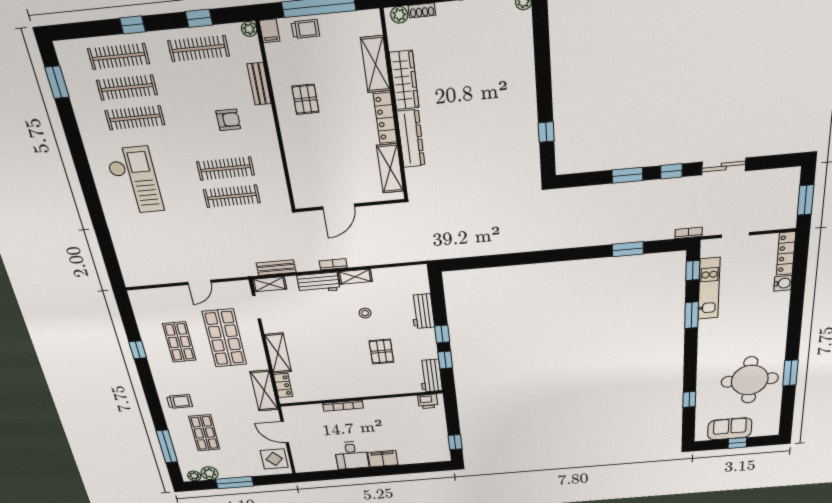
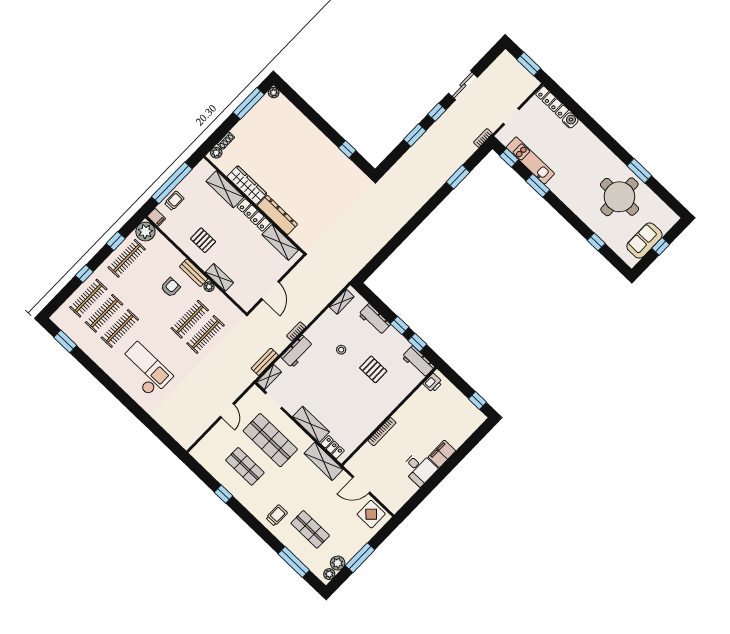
plant: (249, 29) -> (145, 232), width x1.88, depth x1.88
bench: (259, 84) -> (194, 273), moved
plant: (274, 152) -> (209, 287), added
shelving: (293, 152) -> (219, 277), added
shelving: (355, 277) -> (342, 302), moved

